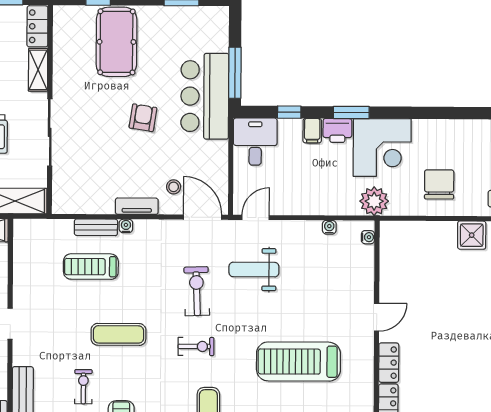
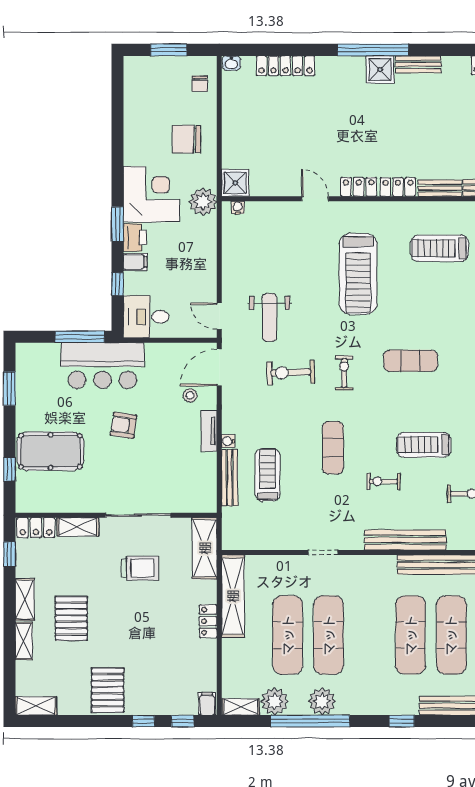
bench: (96, 227) -> (230, 478), width x1.36
water cooler: (329, 227) -> (228, 245), removed
shower: (472, 235) -> (235, 183), moved
treadmill: (91, 267) -> (268, 475), turned 180

